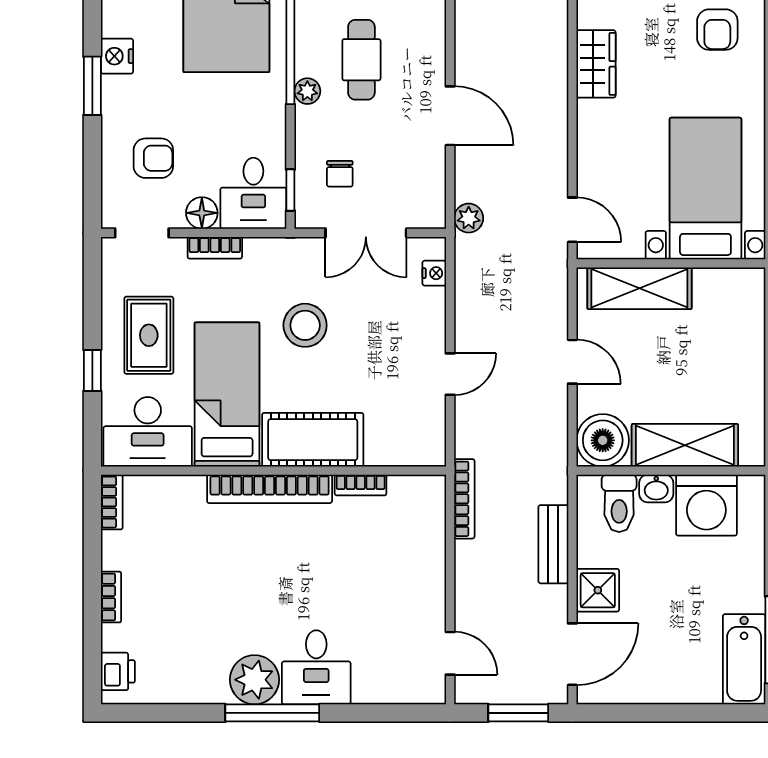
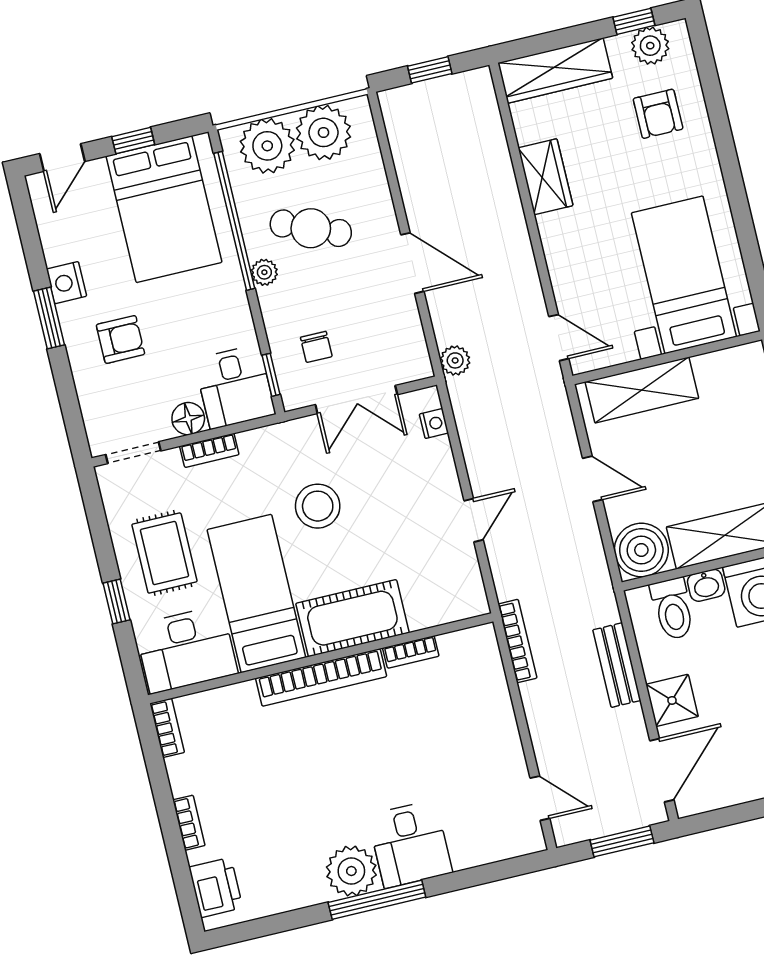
cafe table: (361, 60) -> (311, 228), turned -67
armchair: (153, 158) -> (121, 339), moved
printer: (118, 671) -> (216, 887), width x1.36, depth x1.24

